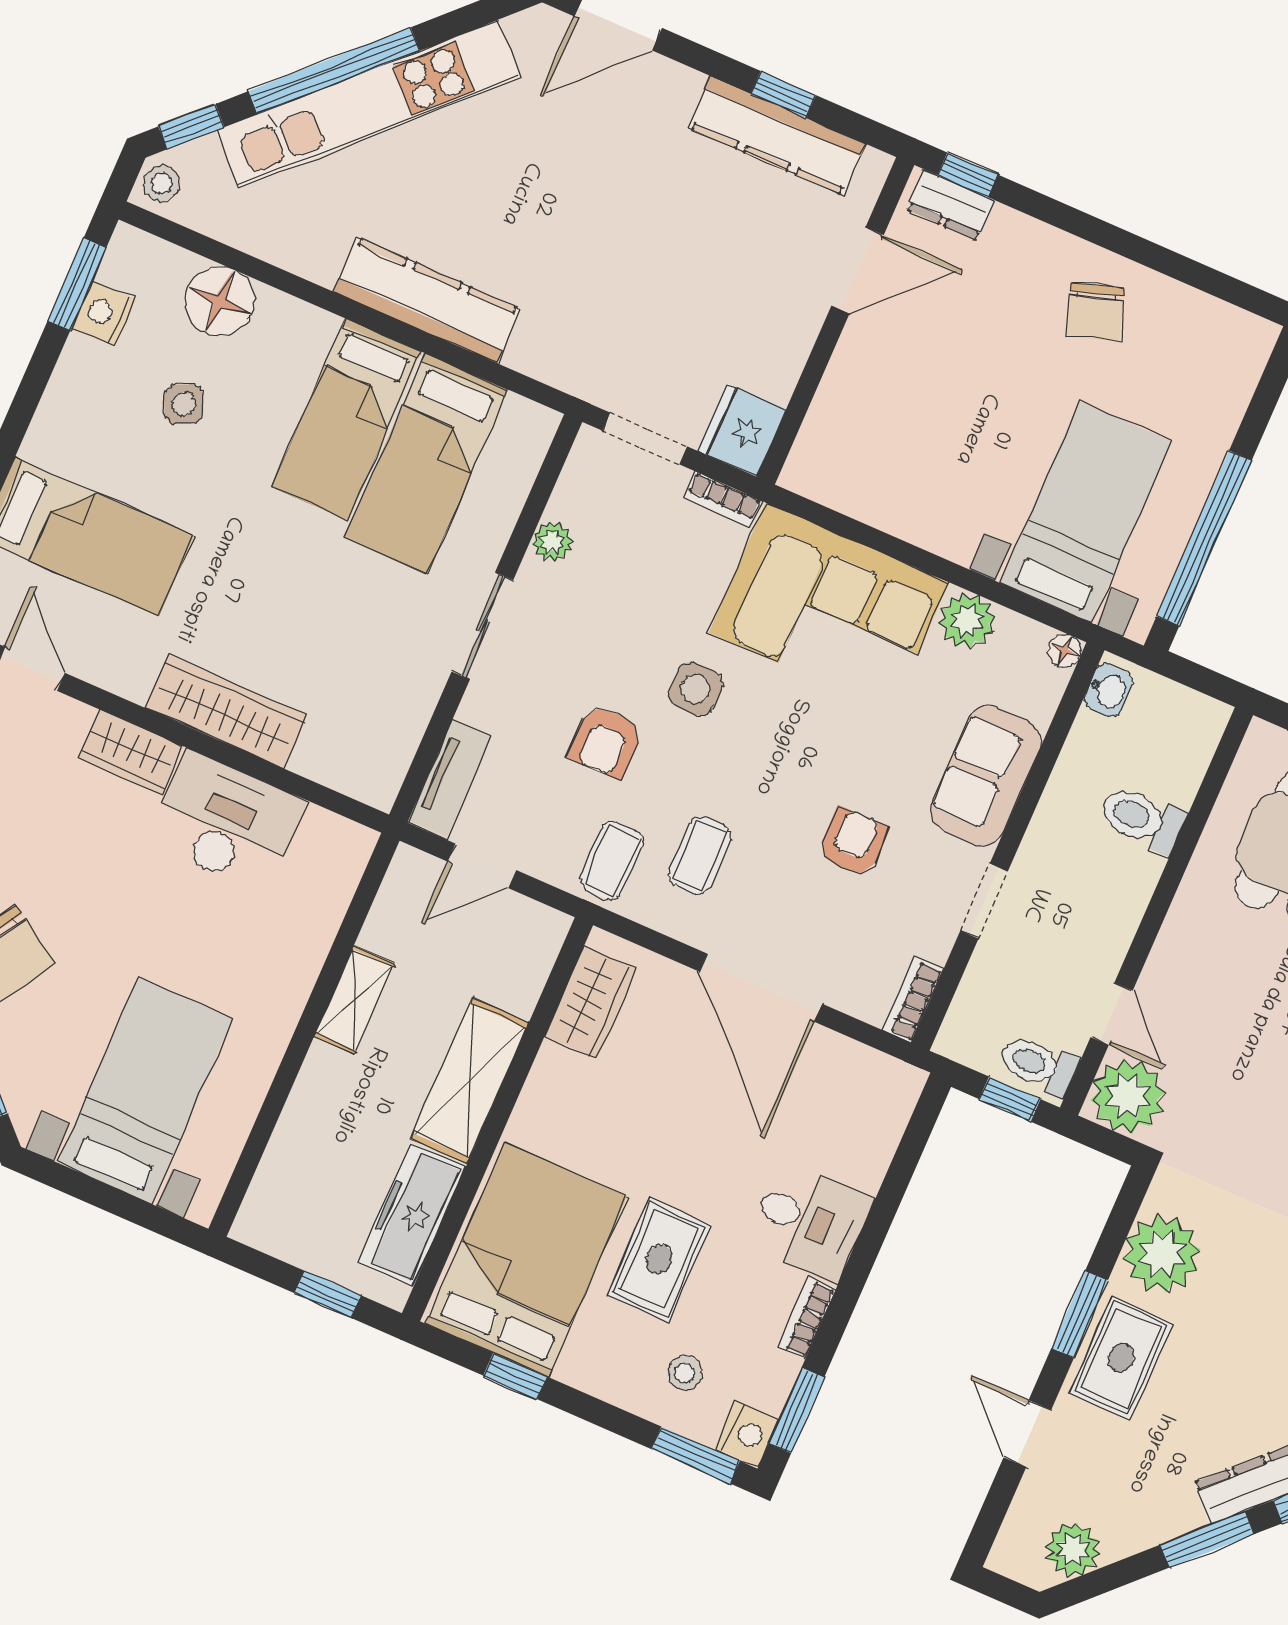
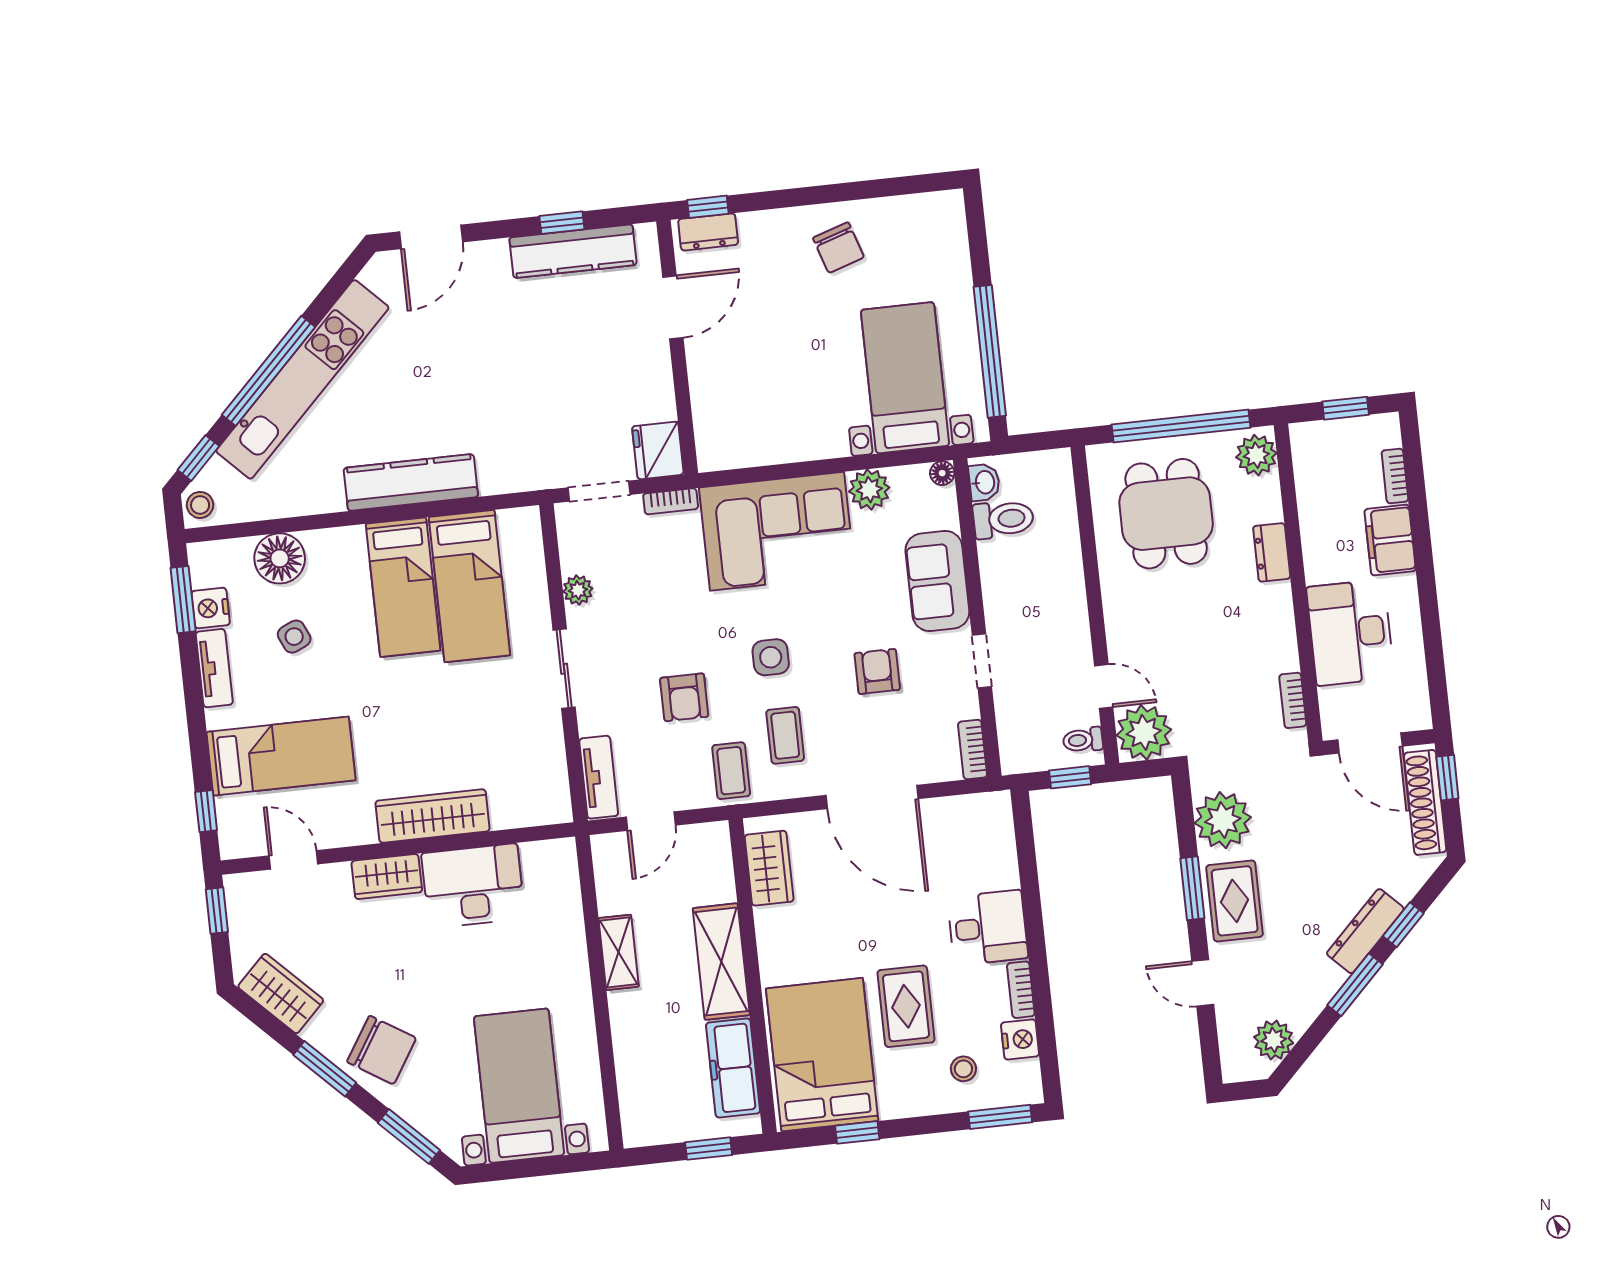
tv unit: (67, 387) -> (214, 668), added
side table: (696, 689) -> (771, 657), moved
toilet: (1142, 819) -> (1003, 519), moved, turned 180
toilet: (1039, 1065) -> (1083, 740), width x0.73, depth x0.72
window: (796, 1410) -> (1048, 1052), removed
nightstand: (747, 1434) -> (1020, 1039), moved

